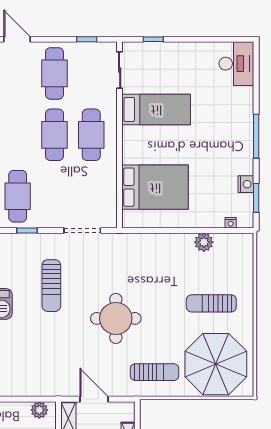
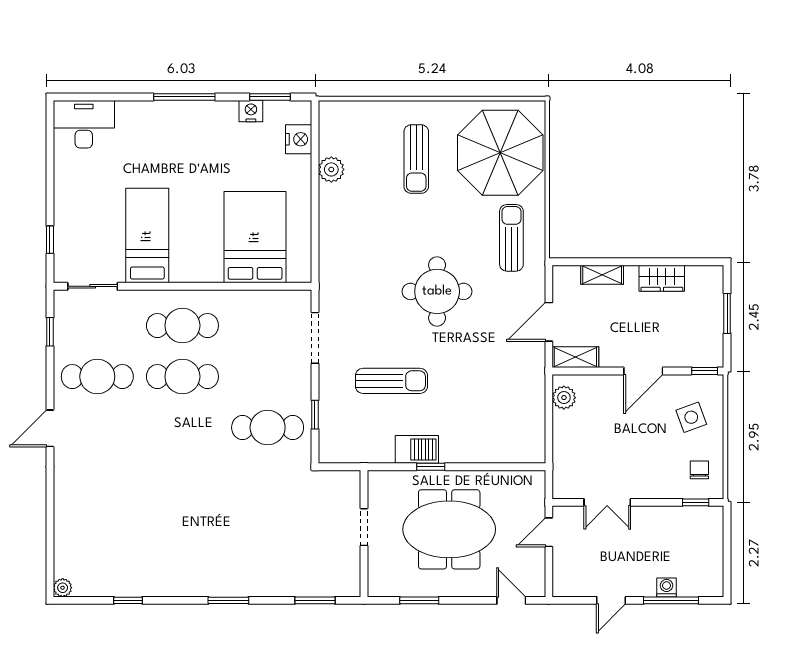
nightstand: (231, 223) -> (299, 139), width x1.89, depth x1.79

